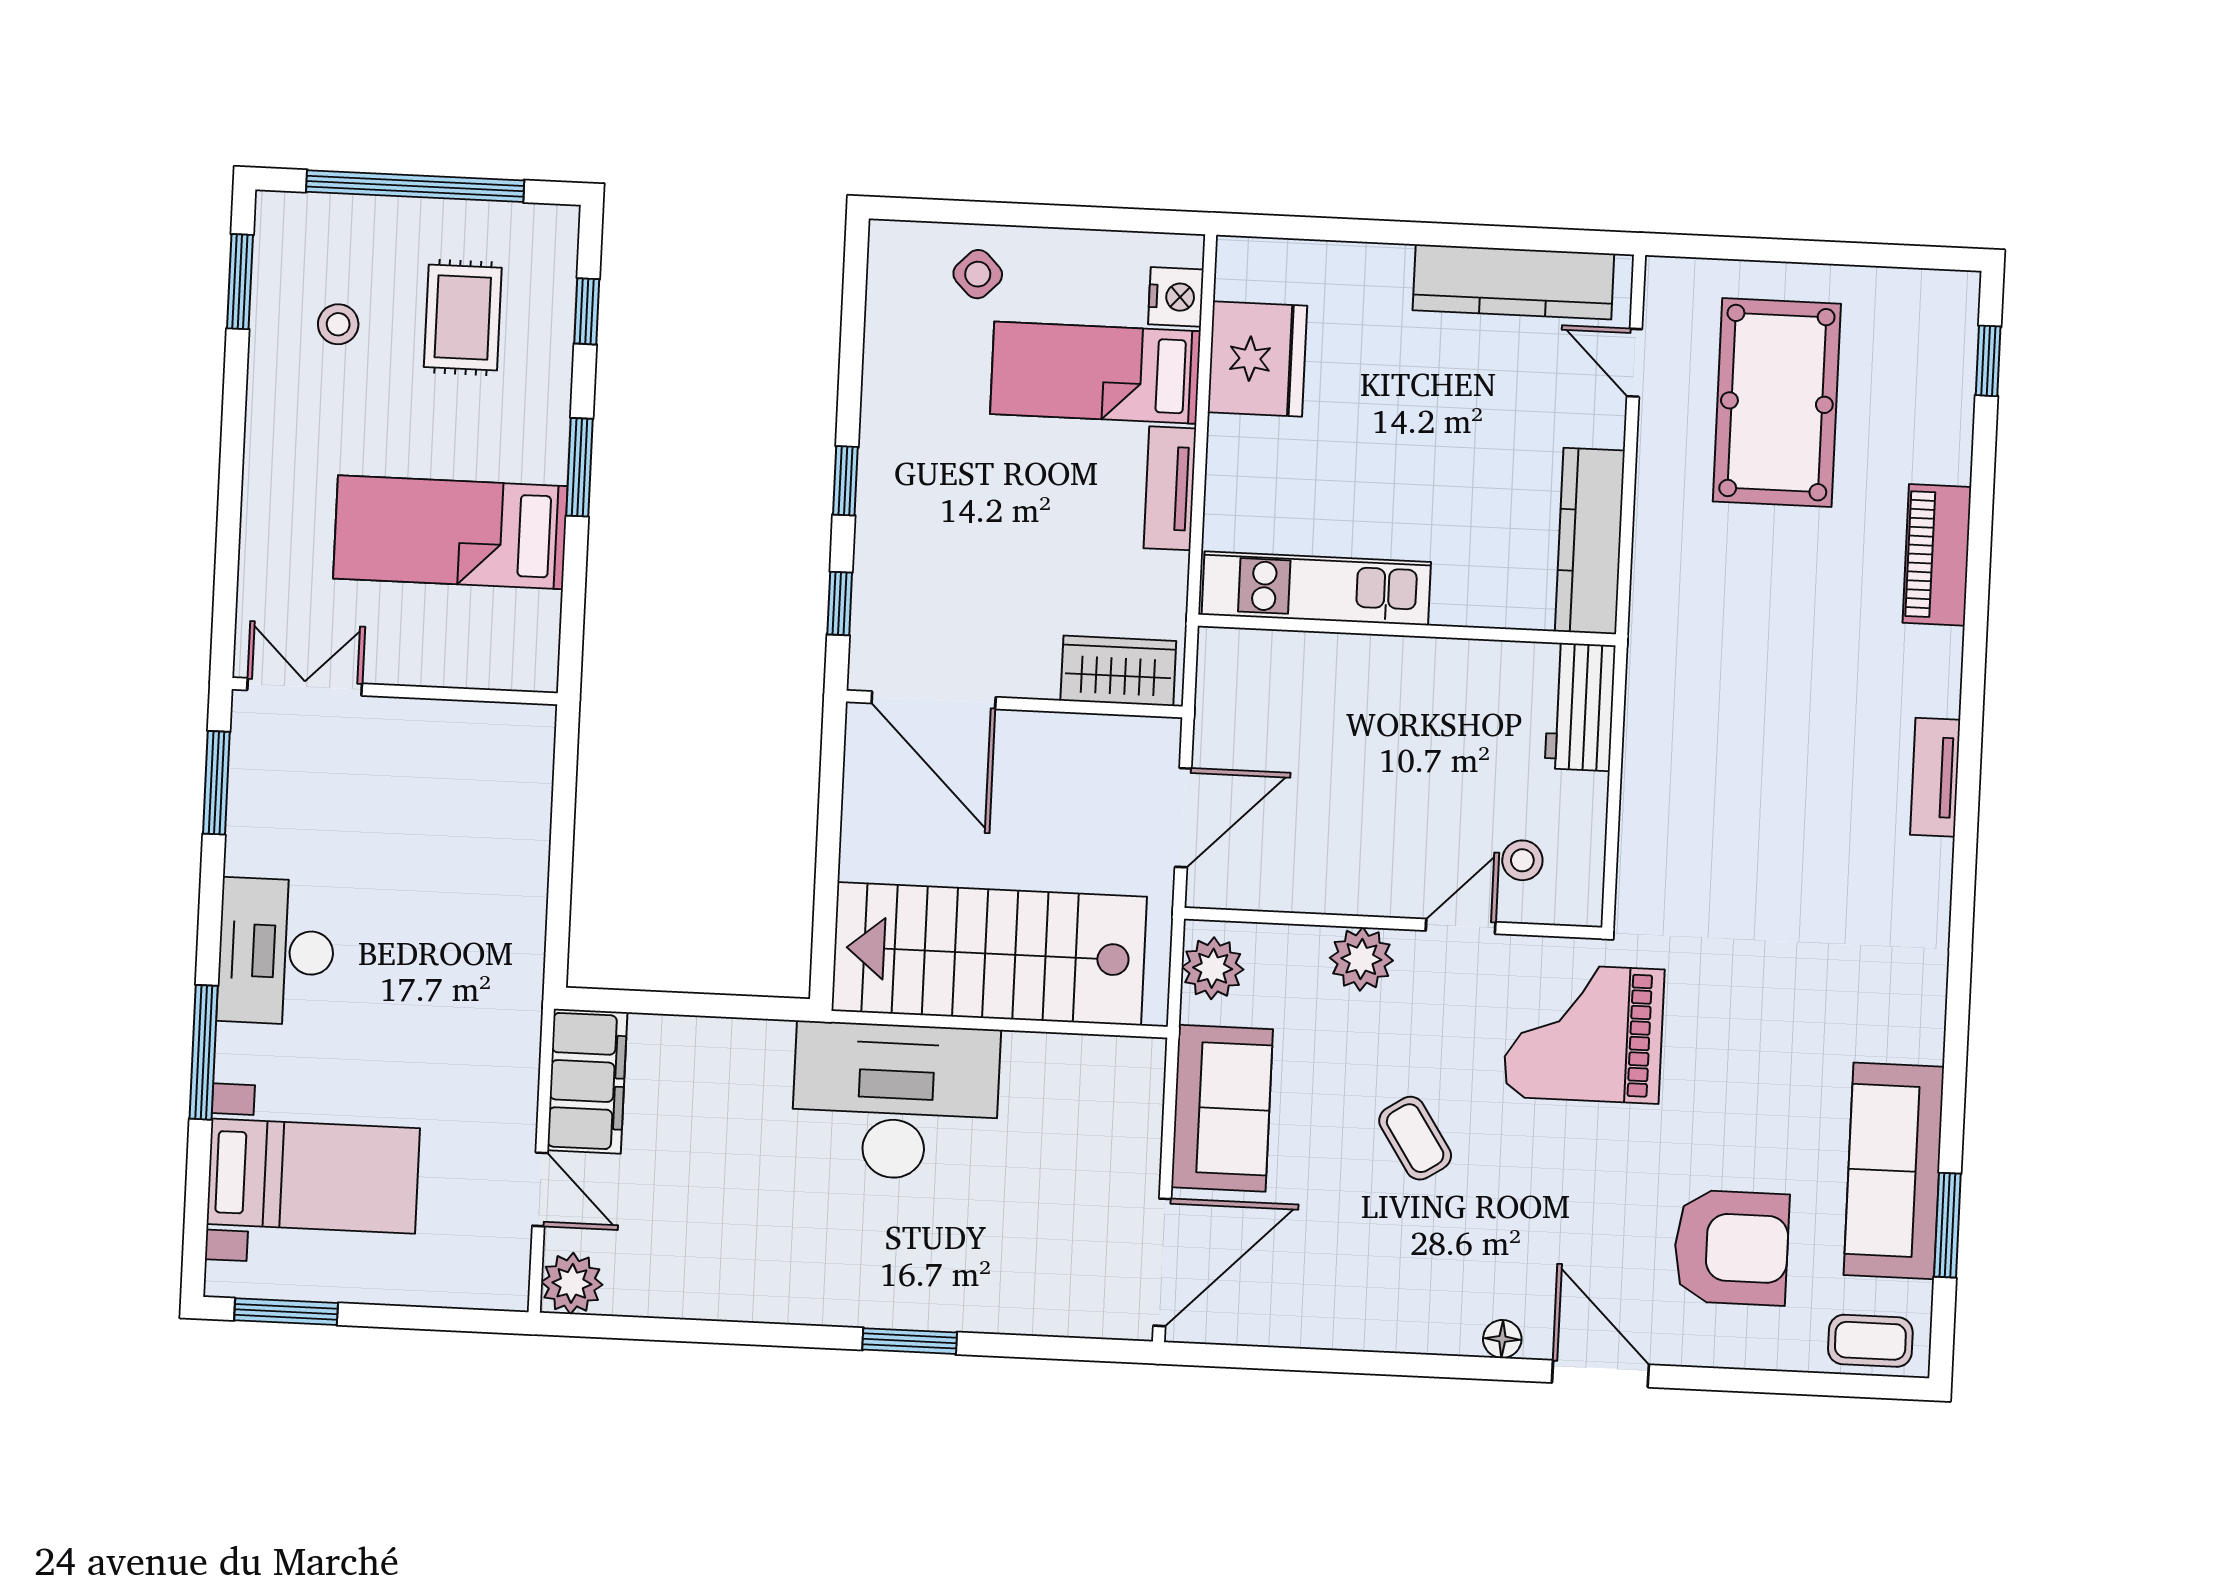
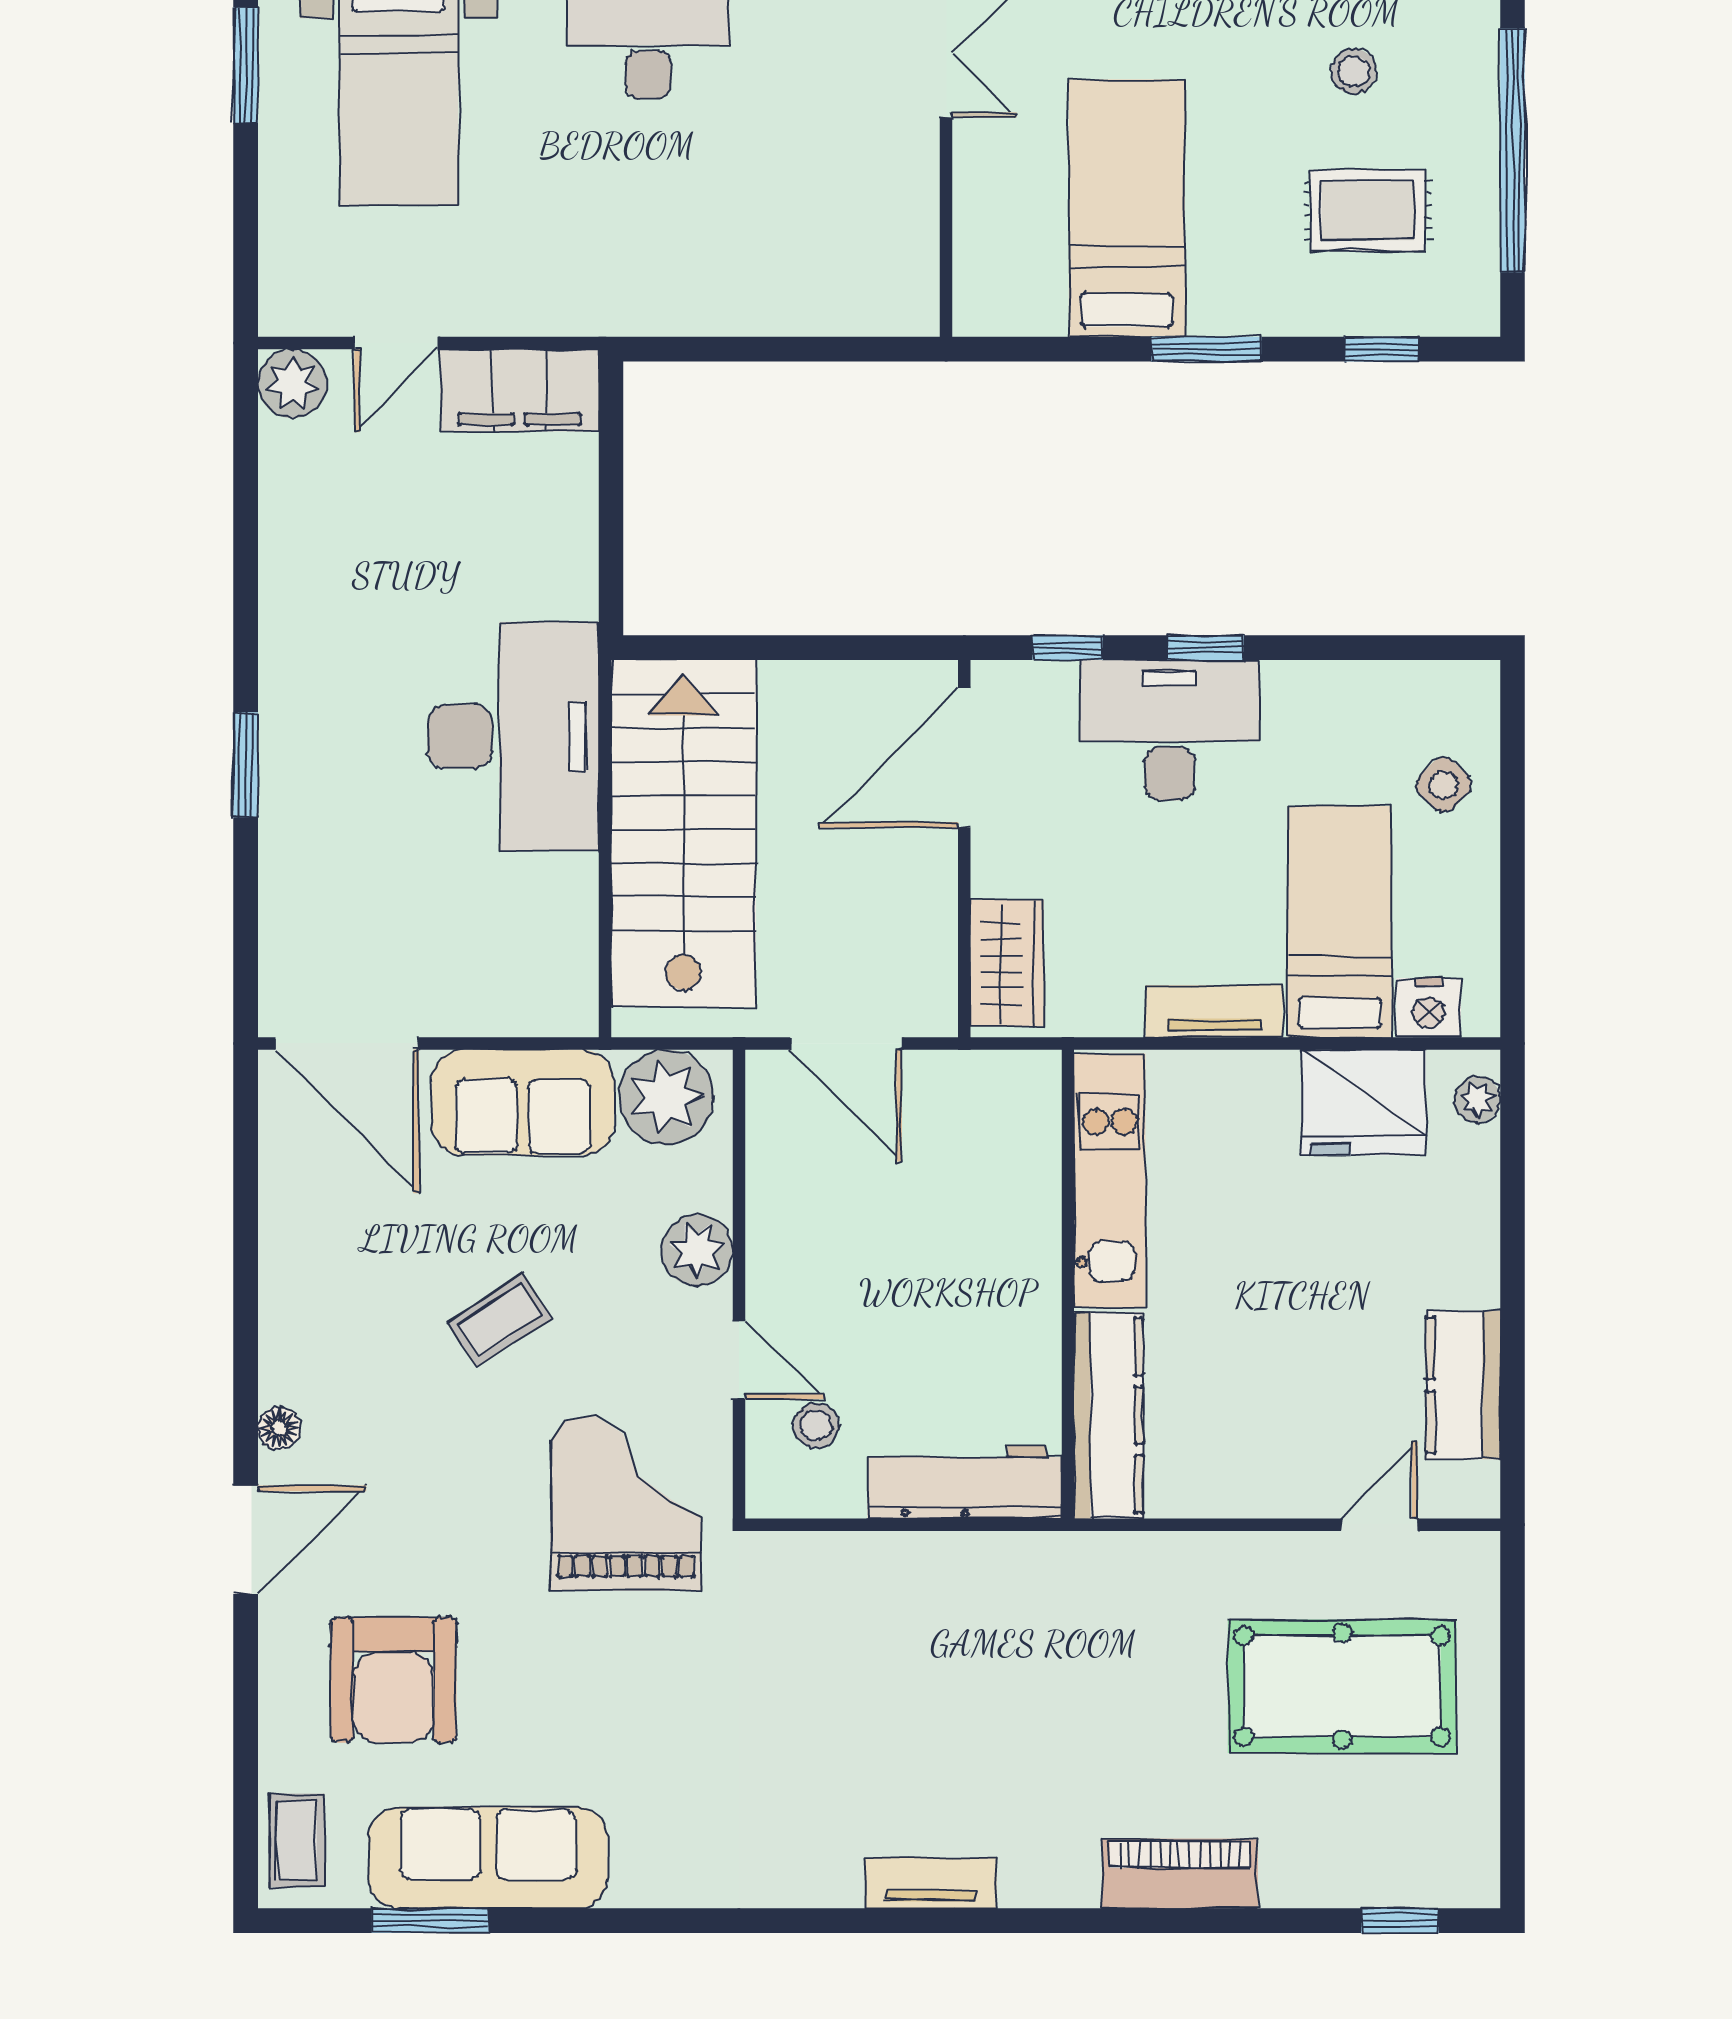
plant: (1260, 257) -> (1477, 1100), added
kitchen counter: (1513, 282) -> (1463, 1385), width x0.67
desk: (917, 516) -> (1169, 730), added
kitchen counter: (1590, 541) -> (1108, 1415), moved, turned 90
workbench: (1580, 707) -> (965, 1482), width x1.37
plant: (1213, 968) -> (666, 1097), width x1.36, depth x1.36

